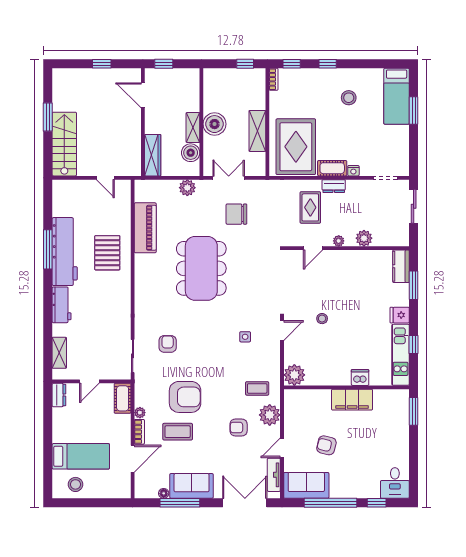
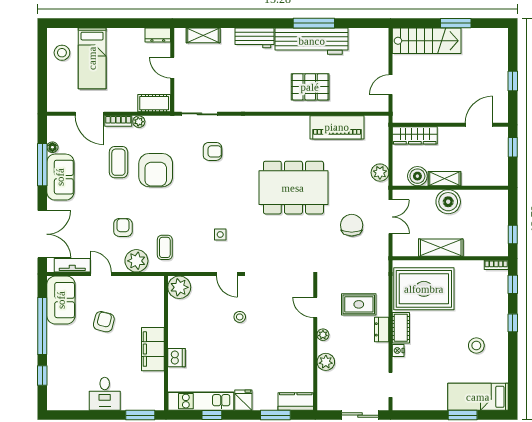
desk: (395, 483) -> (105, 394), moved, turned -90

